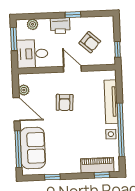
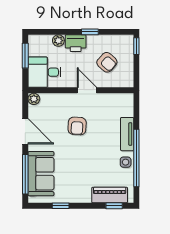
plant: (33, 24) -> (58, 41), moved
window: (117, 49) -> (136, 46), moved
plant: (24, 90) -> (34, 99), moved
tv unit: (111, 102) -> (127, 134), width x0.71

